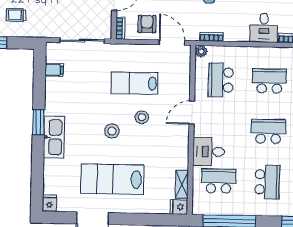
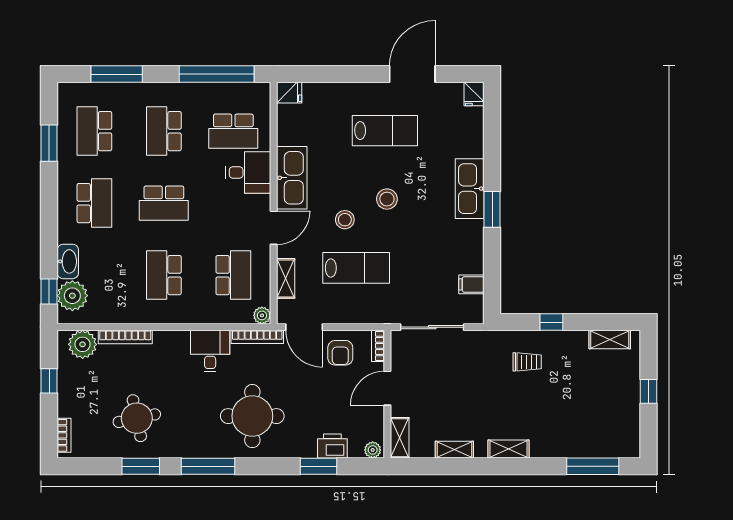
desk: (264, 28) -> (210, 351), moved
bookcase: (211, 37) -> (257, 337), width x1.56
school desk: (269, 81) -> (164, 275), turned 90
kitchen sink: (178, 147) -> (292, 178), added
lab bench: (112, 179) -> (385, 131), width x0.73, depth x0.72
shelving: (182, 185) -> (286, 278), moved

